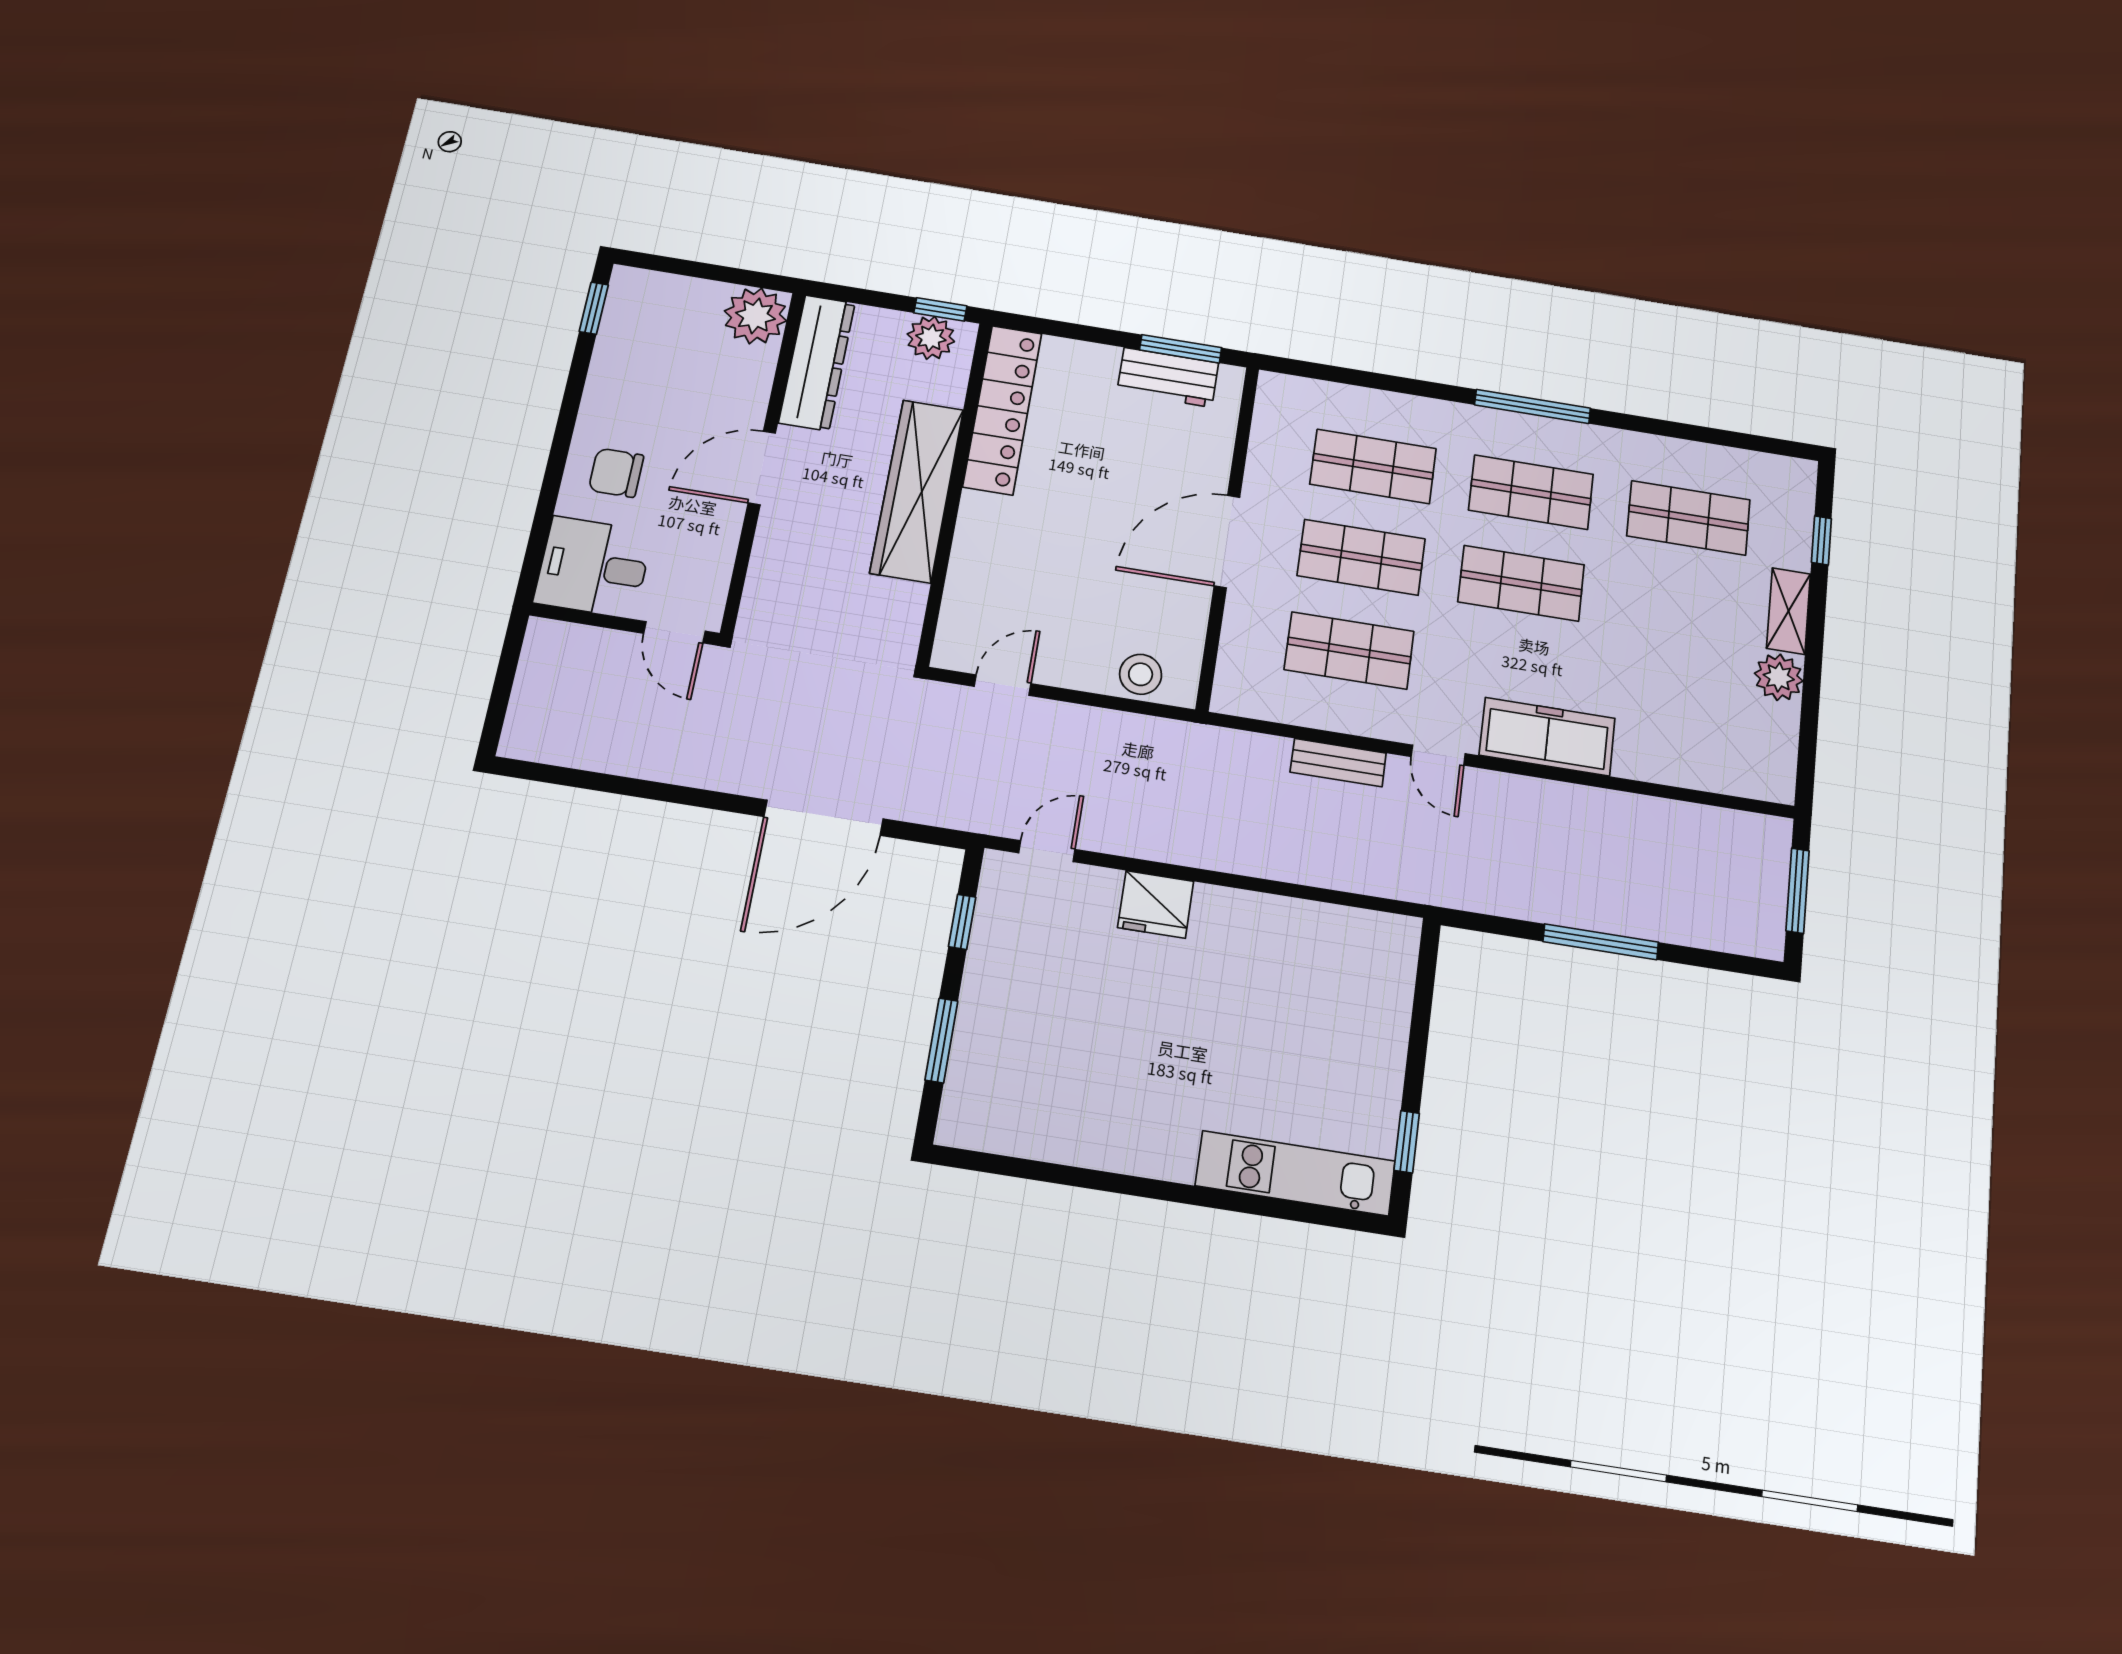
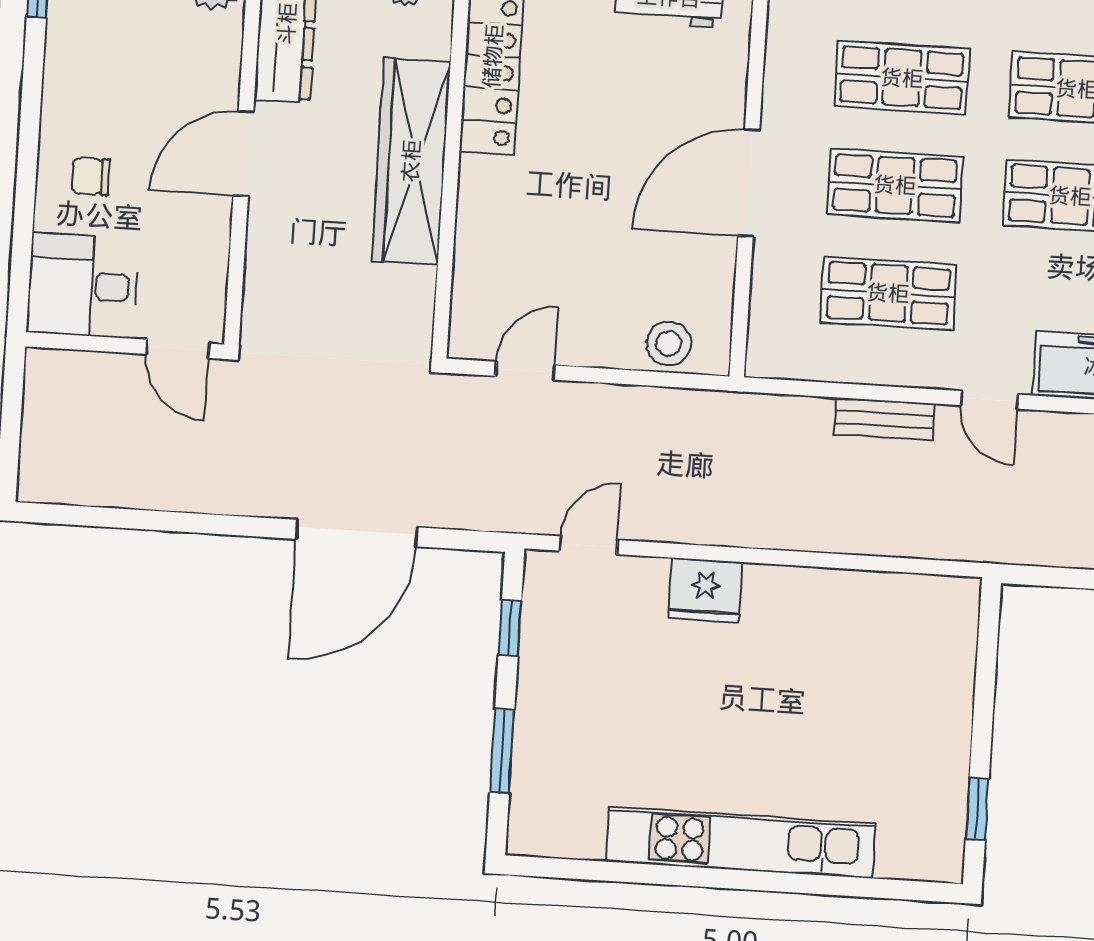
chair: (616, 473) -> (91, 176), width x0.73, depth x0.73
kitchen unit: (1295, 1173) -> (741, 843), moved, width x1.36

